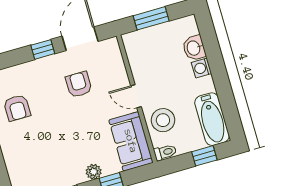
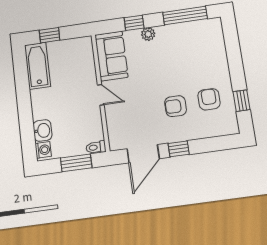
washing machine: (201, 68) -> (43, 150), moved
armchair: (79, 84) -> (176, 106), moved, turned 90
stool: (163, 120) -> (80, 71), removed
toilet: (165, 152) -> (96, 147), moved

